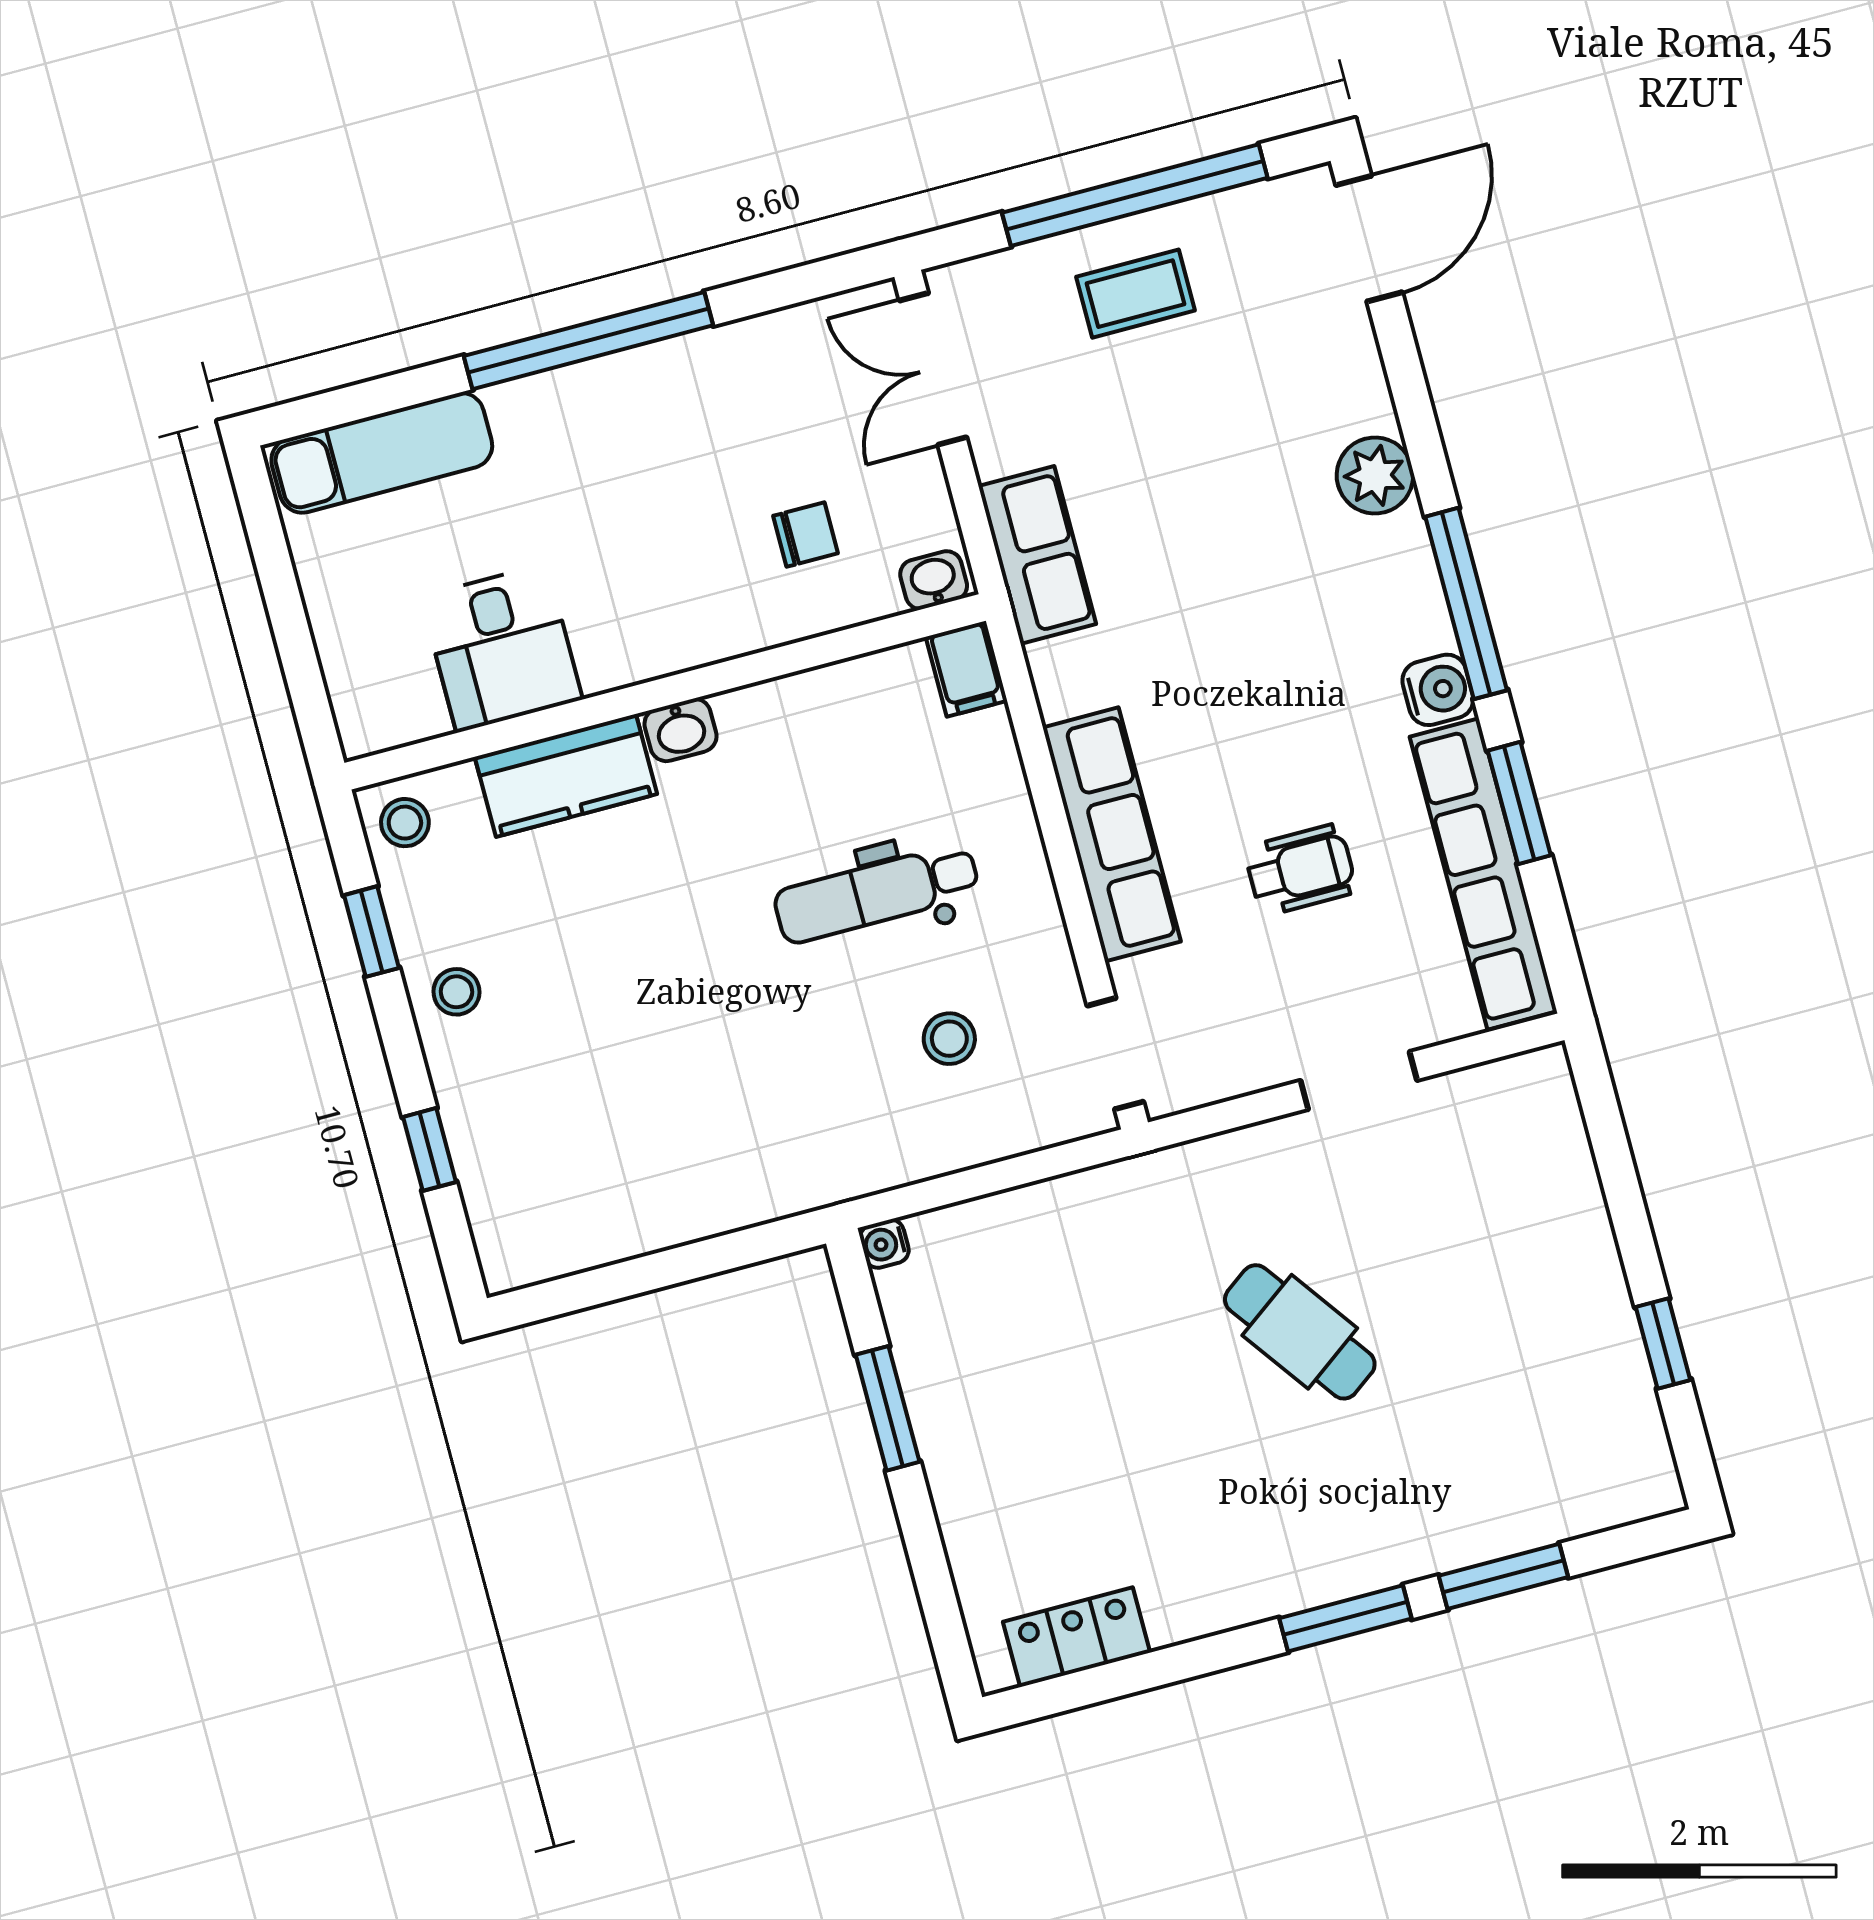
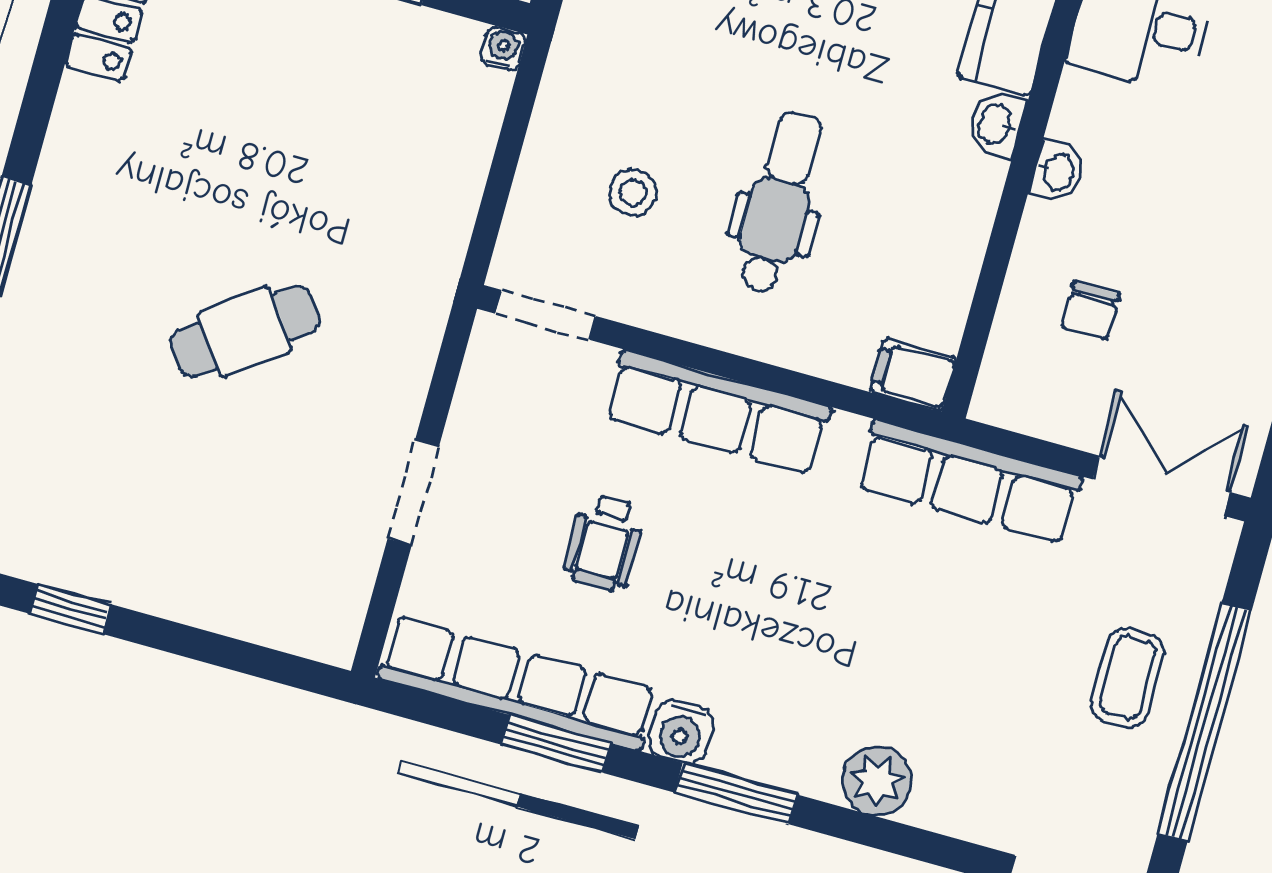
row of seats: (1037, 555) -> (969, 482), width x1.48
washbasin: (934, 580) -> (1057, 172), moved
window: (1466, 603) -> (736, 794), width x0.69

